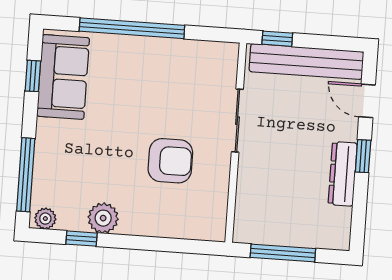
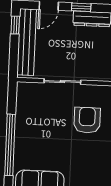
window: (277, 39) -> (15, 25), moved

